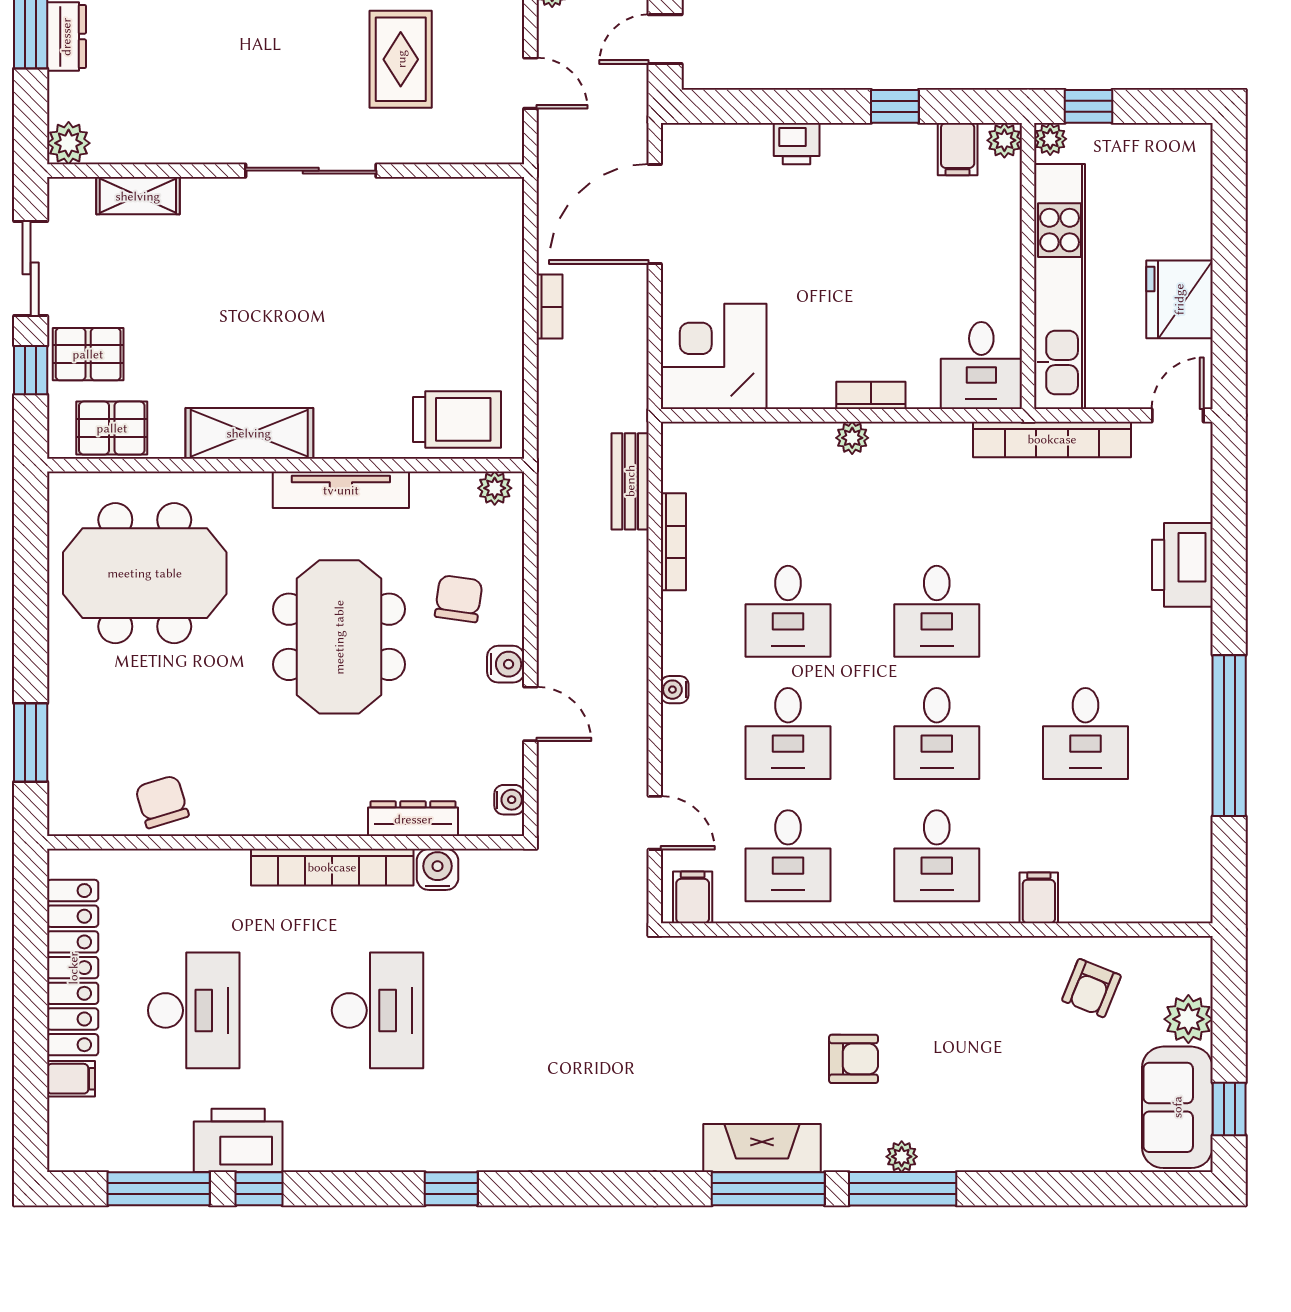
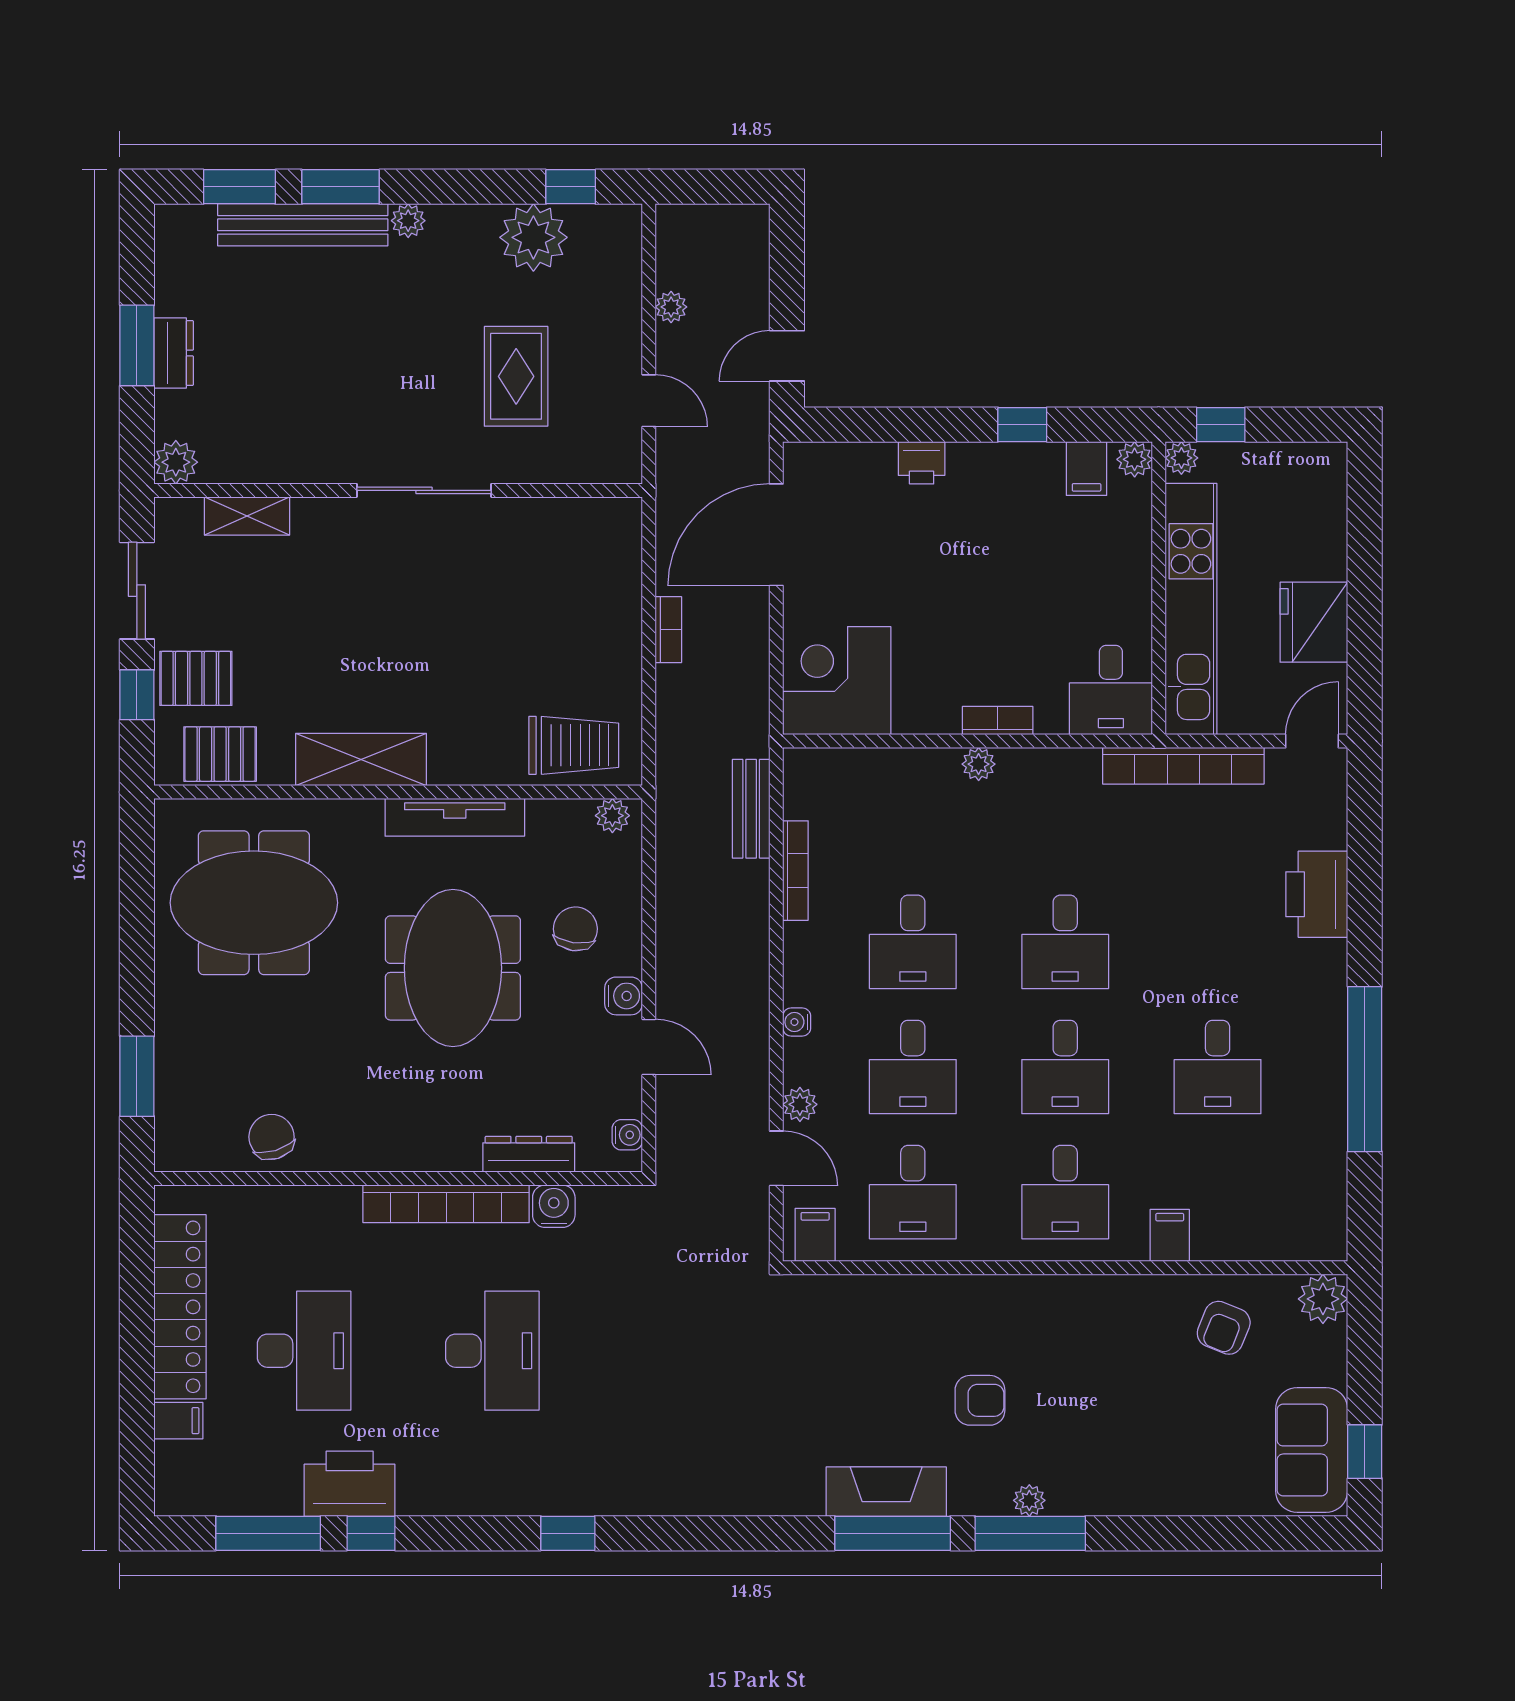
plant: (678, 770) -> (800, 1104), added
plant: (1188, 1019) -> (1323, 1299), moved

